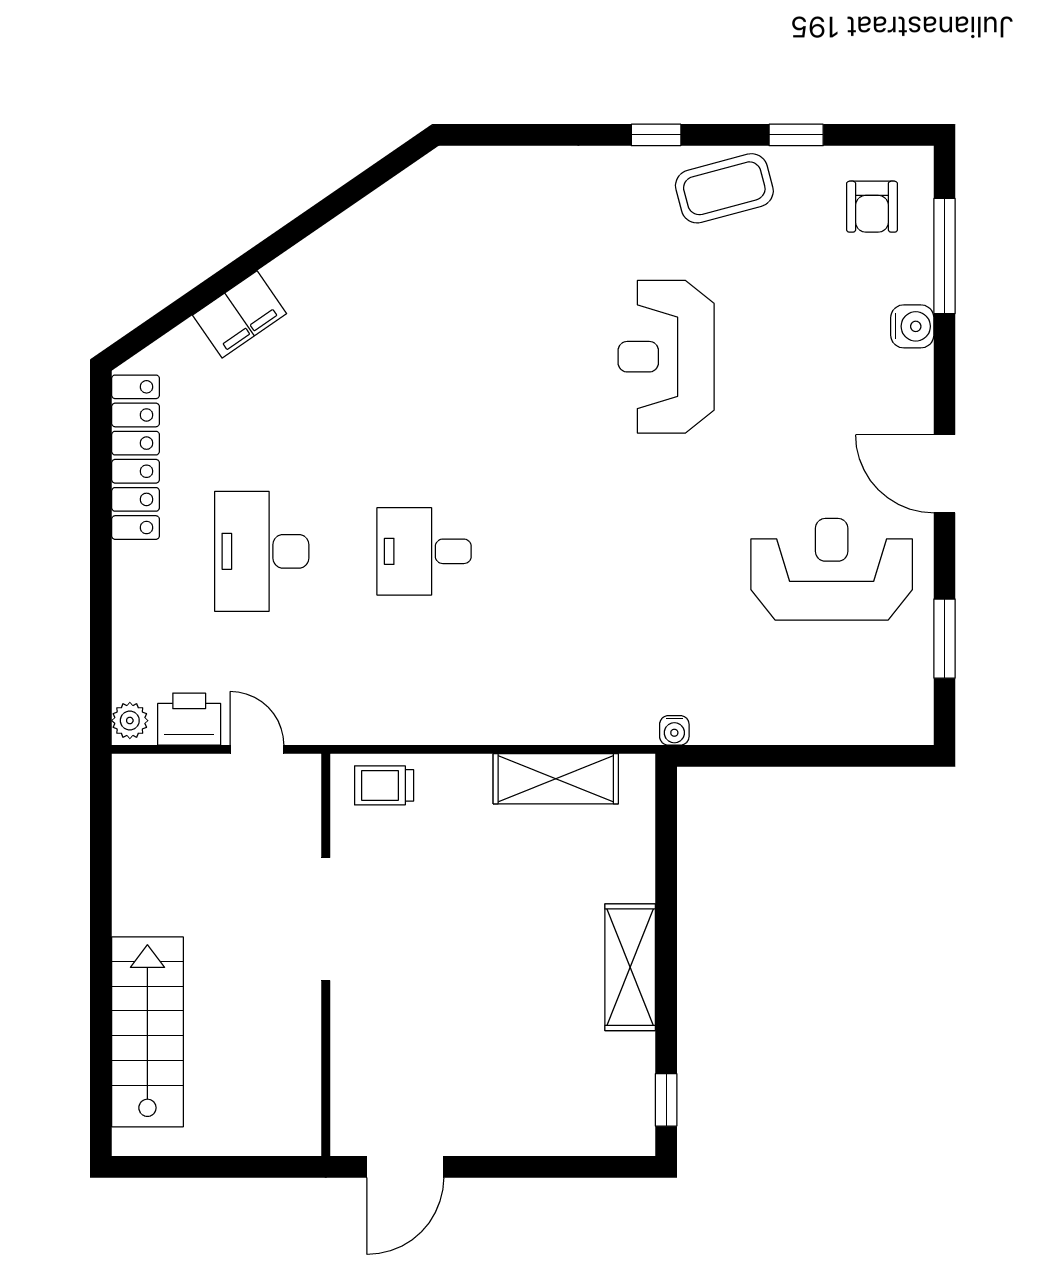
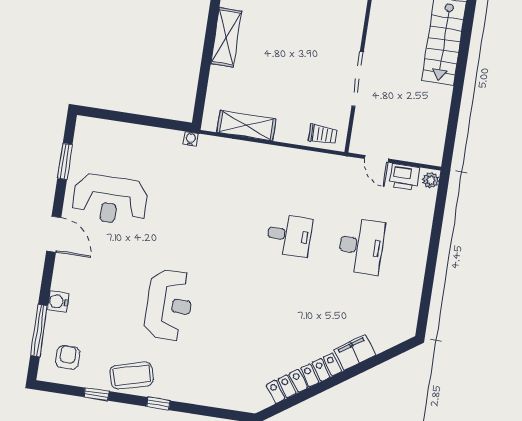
locker: (136, 457) -> (304, 378), moved, turned 55

